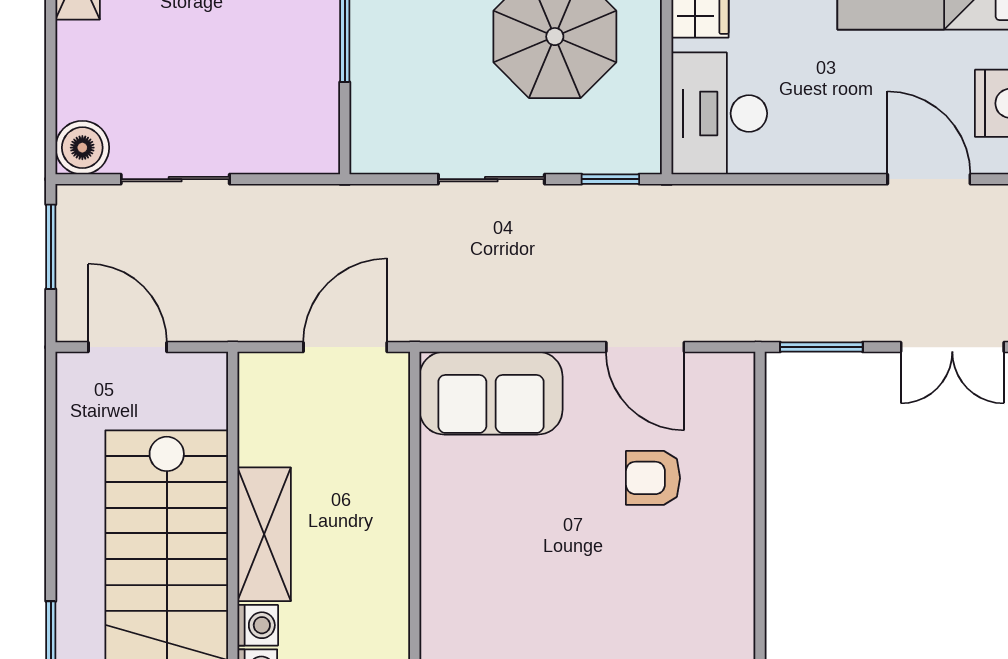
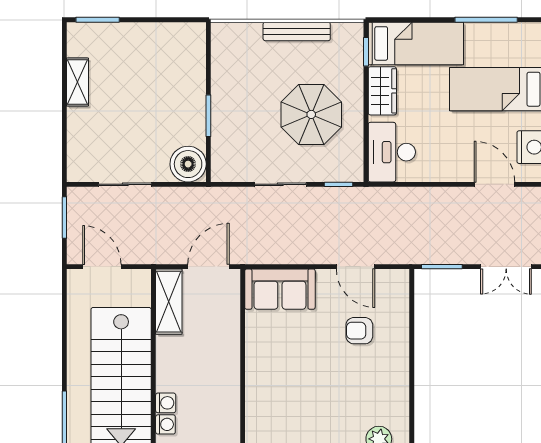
boiler: (82, 148) -> (188, 164), moved, width x1.37, depth x1.37
shelving: (264, 534) -> (169, 302), moved

